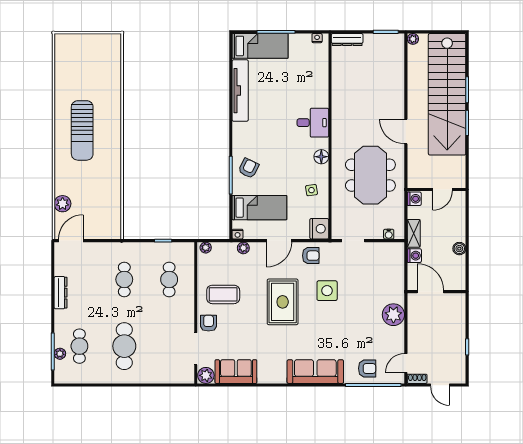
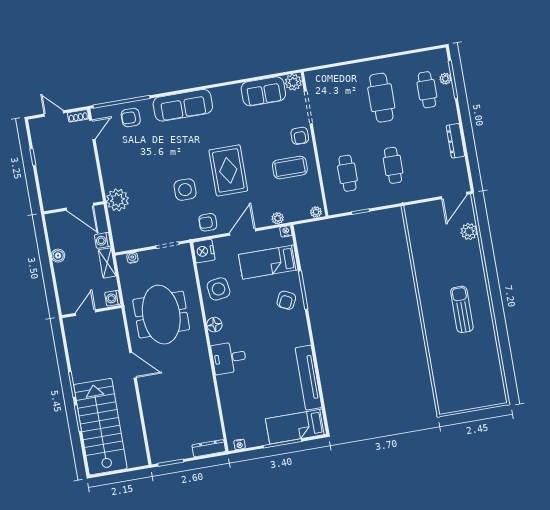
plant: (413, 39) -> (142, 460), removed
stairs: (447, 94) -> (100, 427), width x0.73
sun lounger: (82, 130) -> (462, 309), width x0.73, depth x0.75
side table: (311, 190) -> (219, 289), width x1.87, depth x1.87
plant: (393, 315) -> (117, 200), moved

